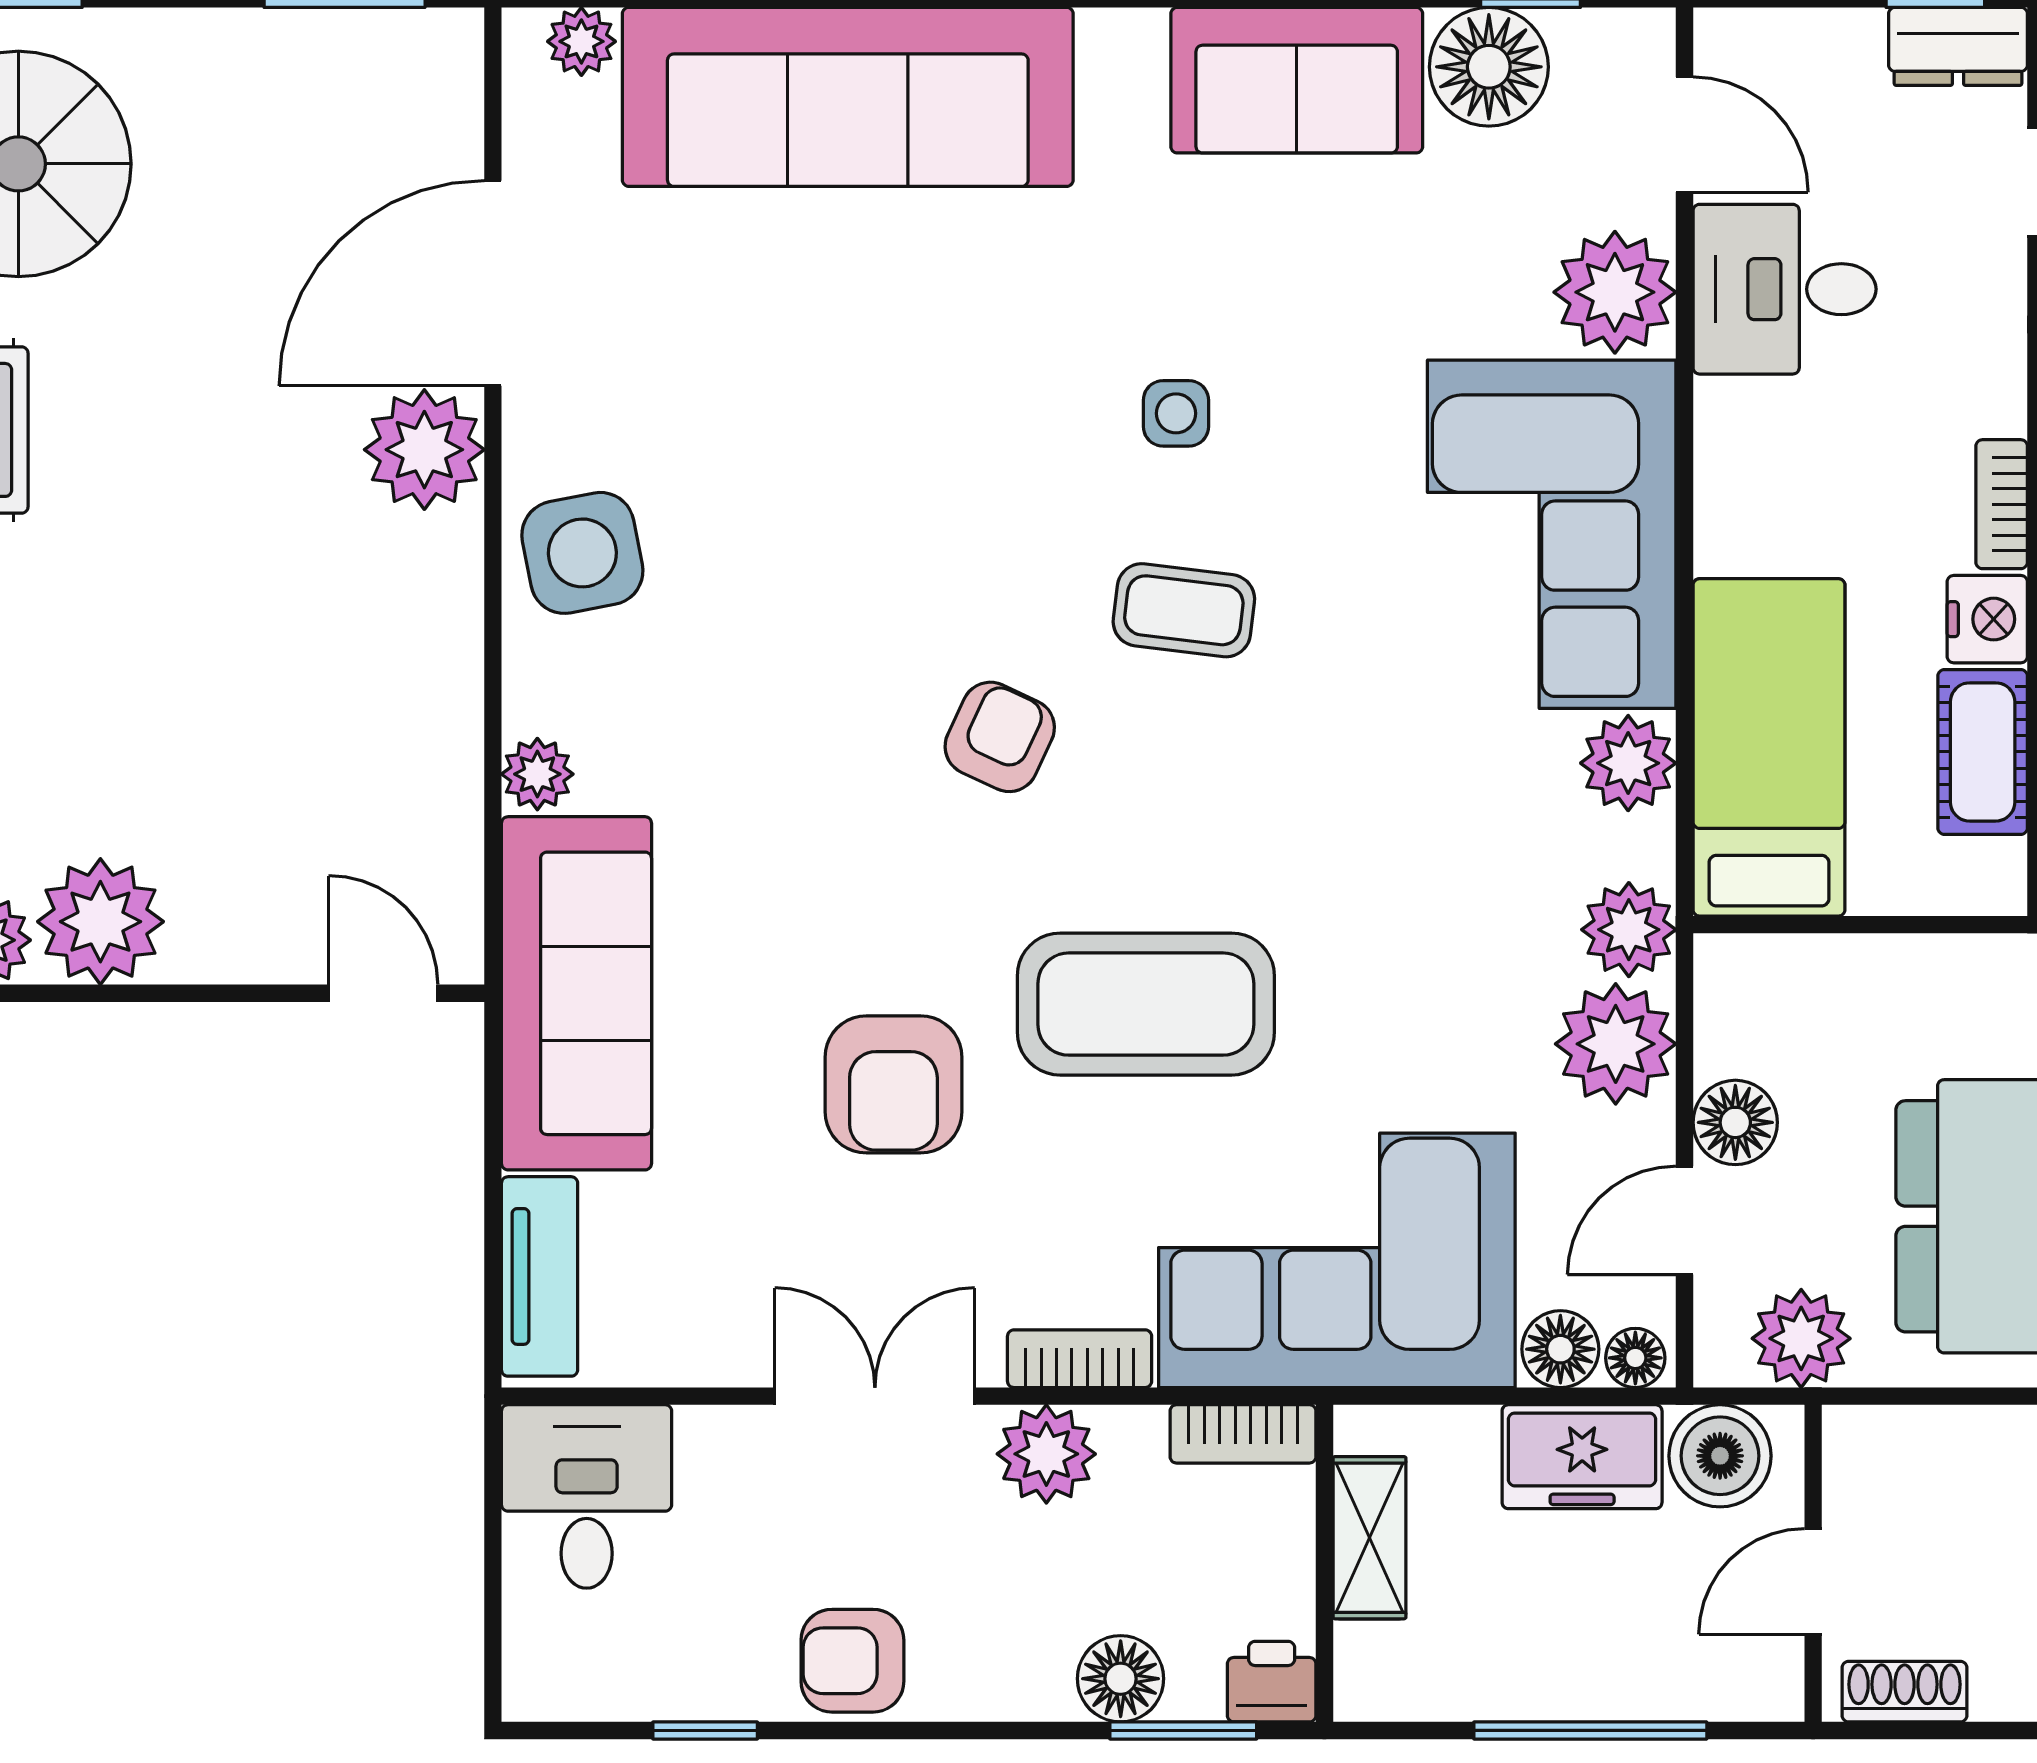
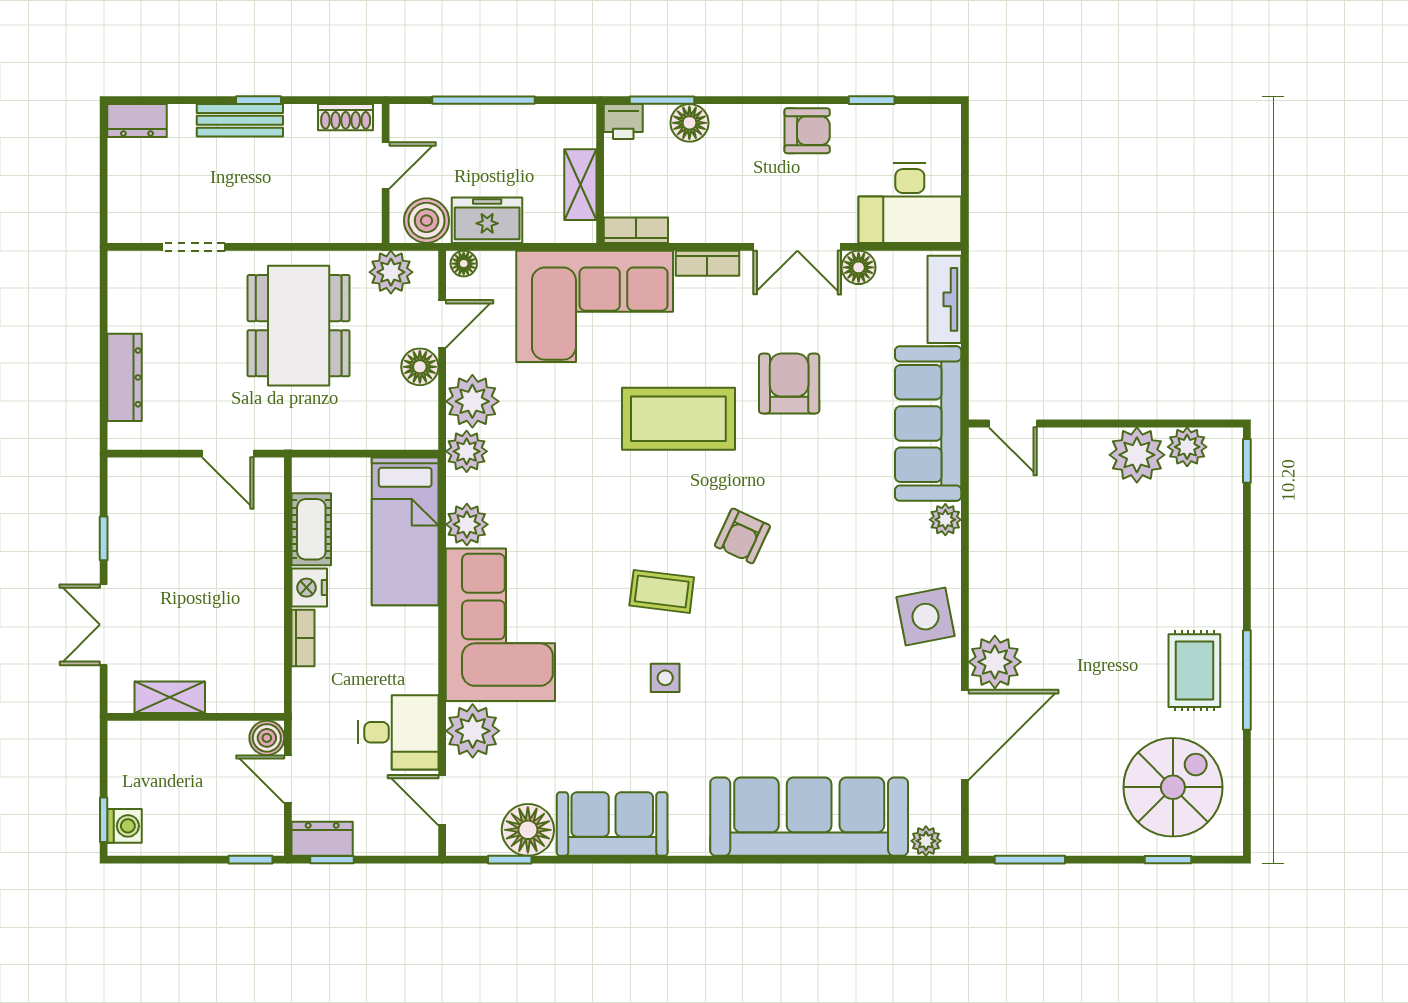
floor lamp: (1560, 1349) -> (859, 267), moved
plant: (1046, 1454) -> (722, 221), removed
desk: (587, 1496) -> (910, 203), width x1.37

